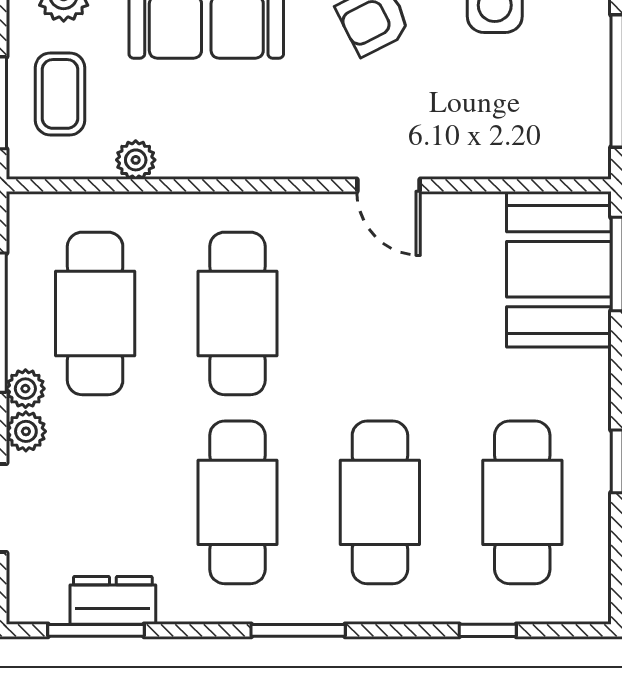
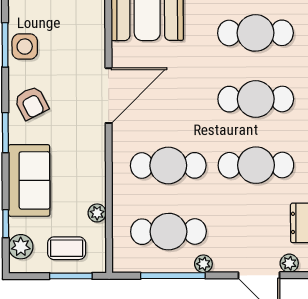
door: (389, 185) -> (109, 96), width x1.88
plant: (26, 431) -> (289, 263), moved

